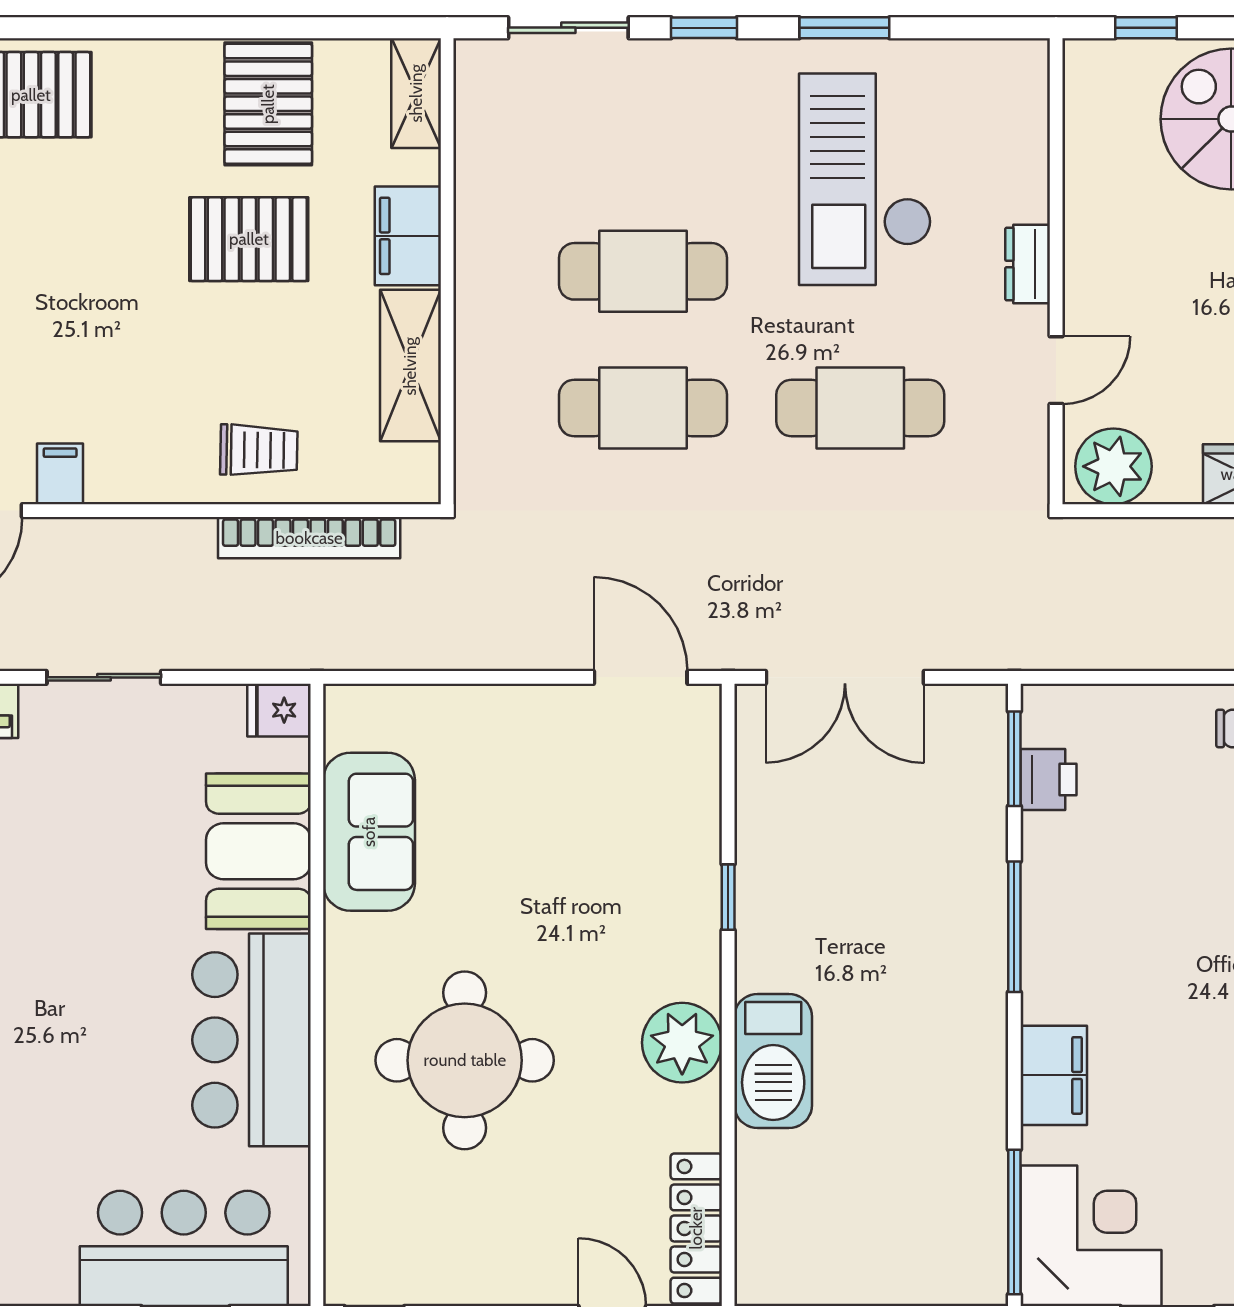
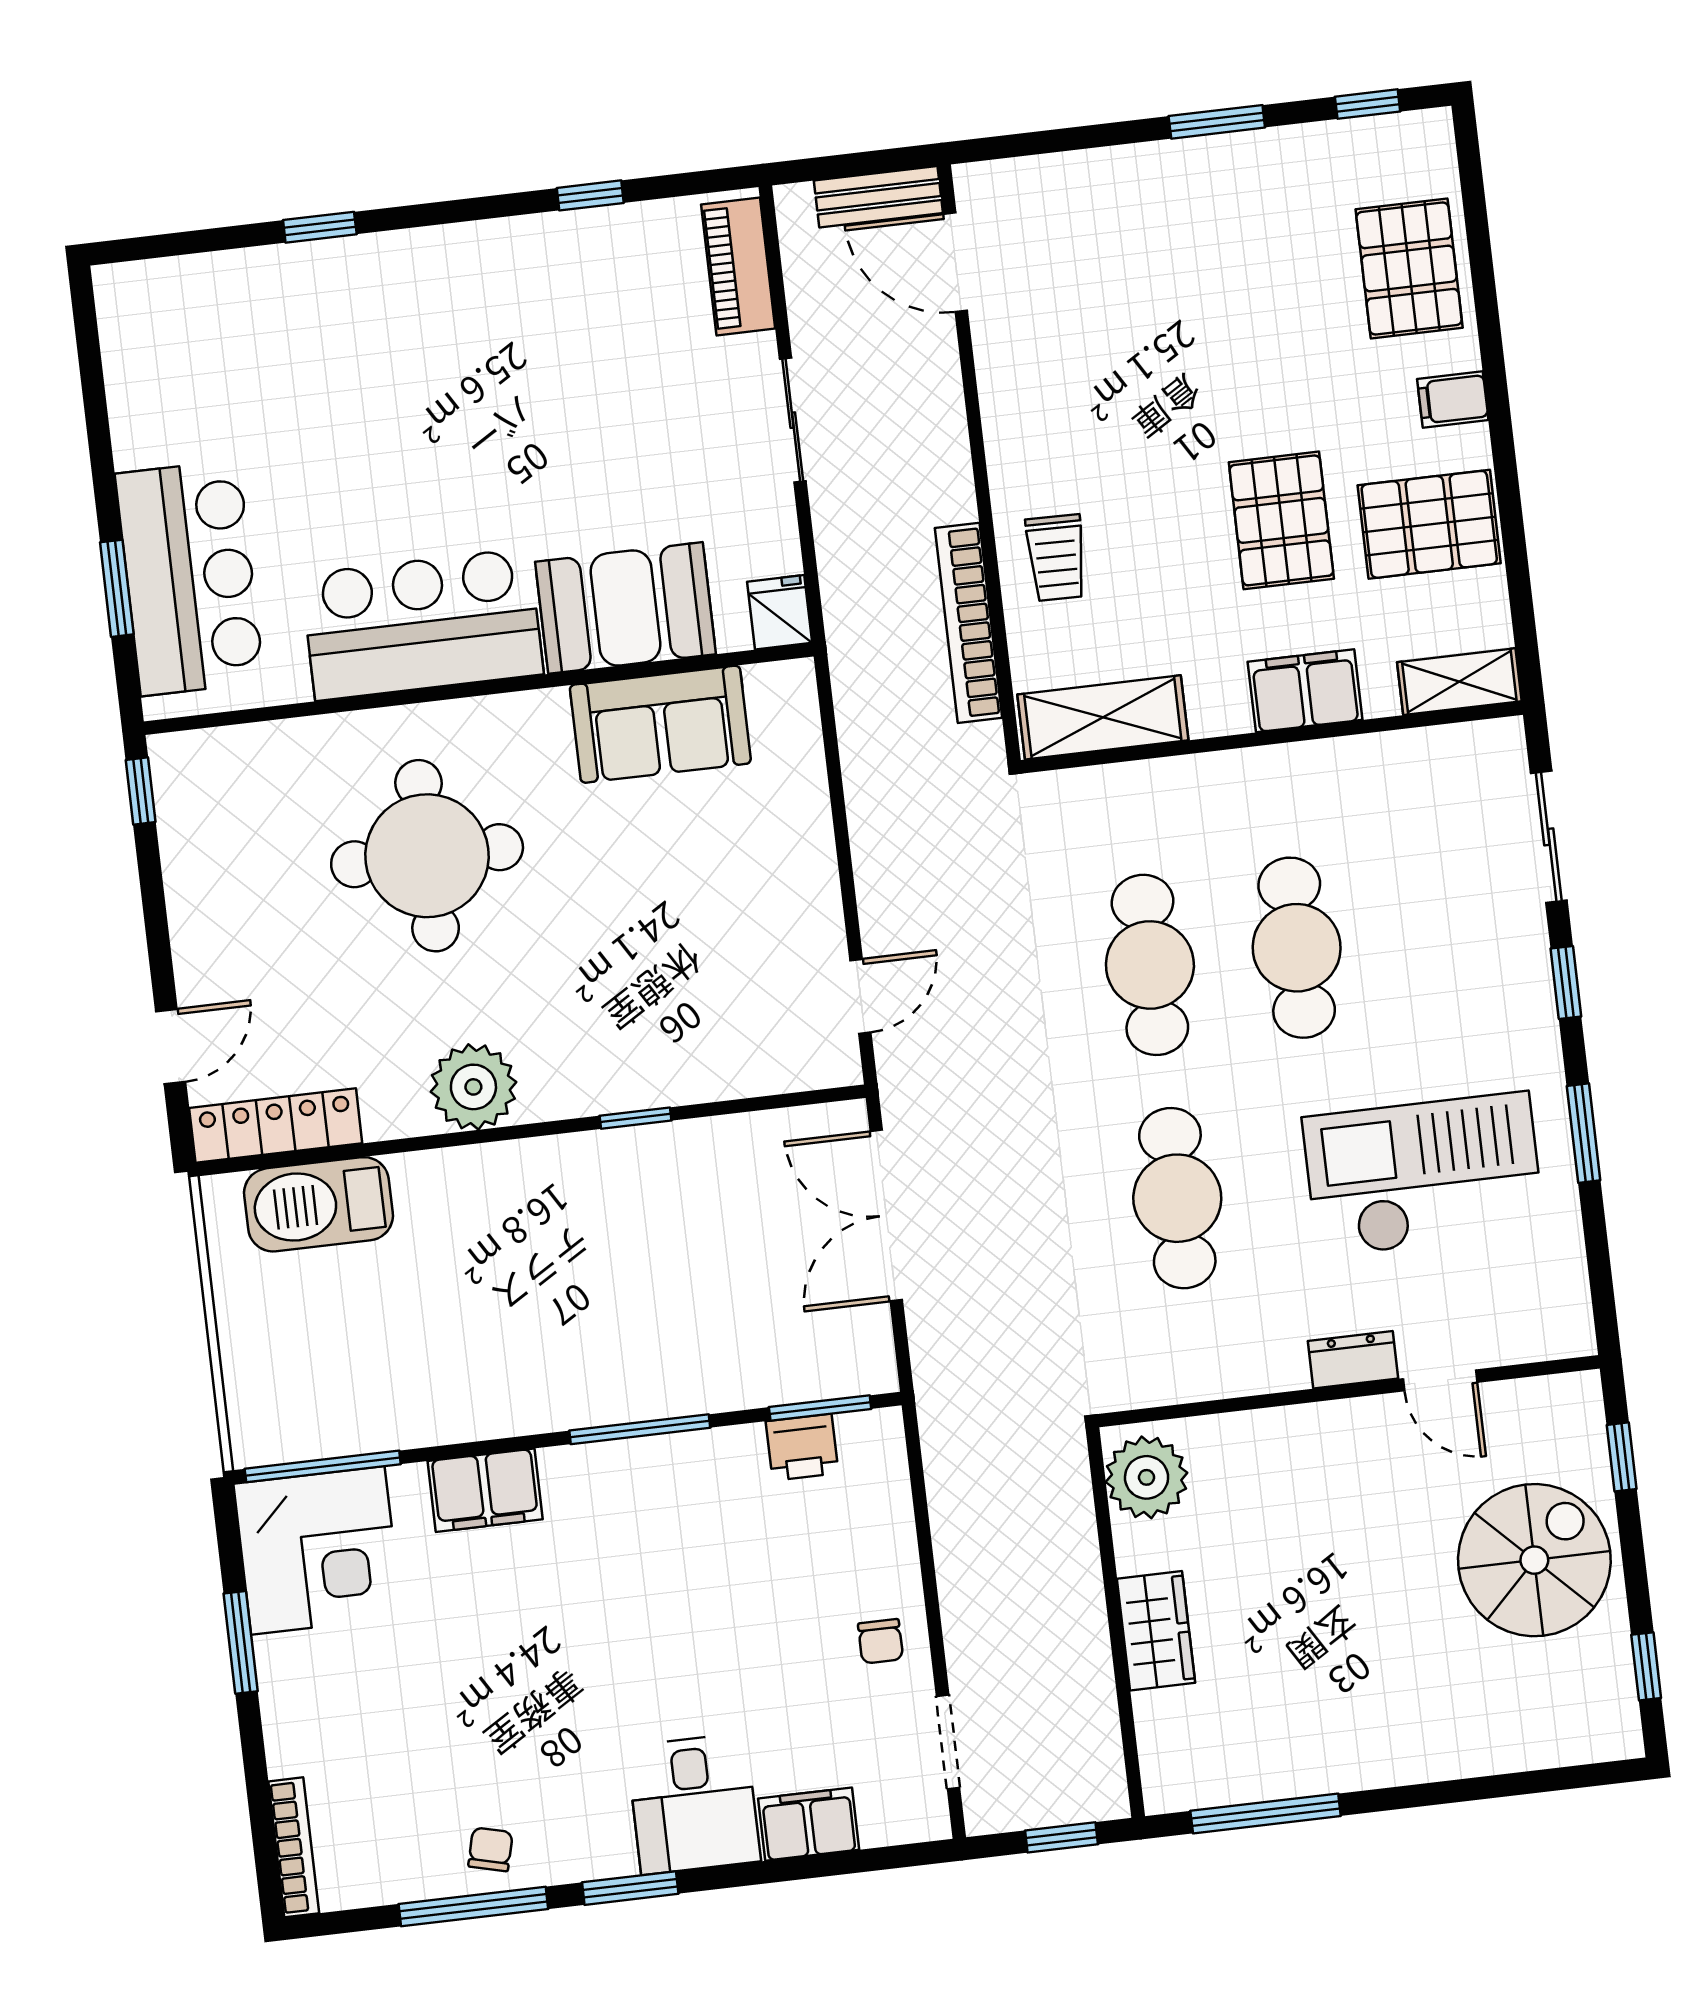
shelving: (410, 366) -> (1103, 717), moved
door: (1056, 370) -> (1440, 1380), moved
filing cabinet: (60, 474) -> (1453, 399), moved, turned 180
door: (641, 677) -> (860, 996), width x0.73
barbecue: (773, 1061) -> (319, 1204), moved

